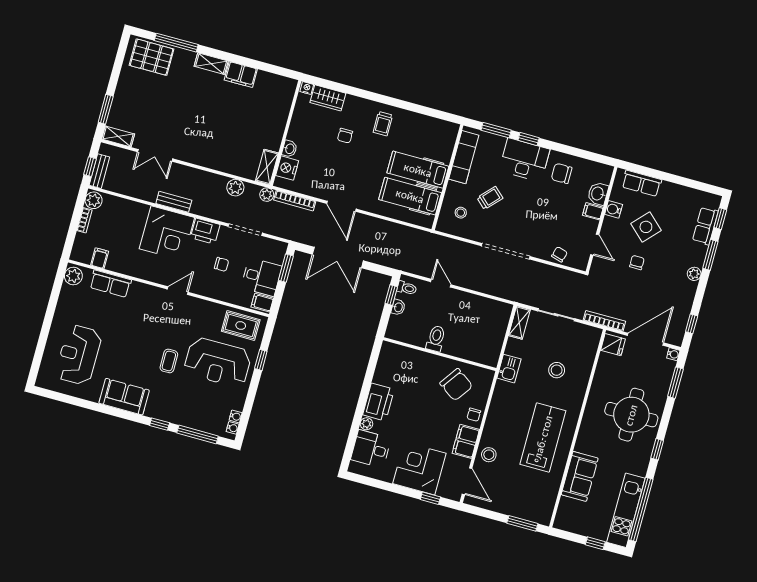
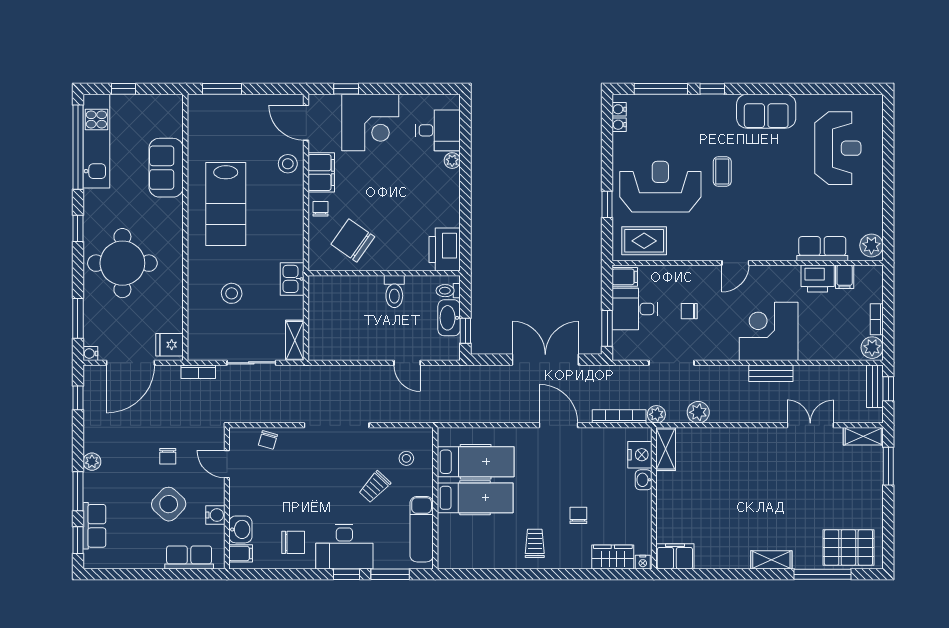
filing cabinet: (241, 75) -> (675, 556), moved
filing cabinet: (593, 211) -> (241, 553), moved
printer: (205, 231) -> (818, 279), moved, turned 180
toilet: (407, 288) -> (448, 291), moved
washbasin: (398, 307) -> (449, 318), width x1.91, depth x1.45
bookcase: (604, 321) -> (198, 372), width x0.64
printer: (378, 402) -> (445, 249), moved

